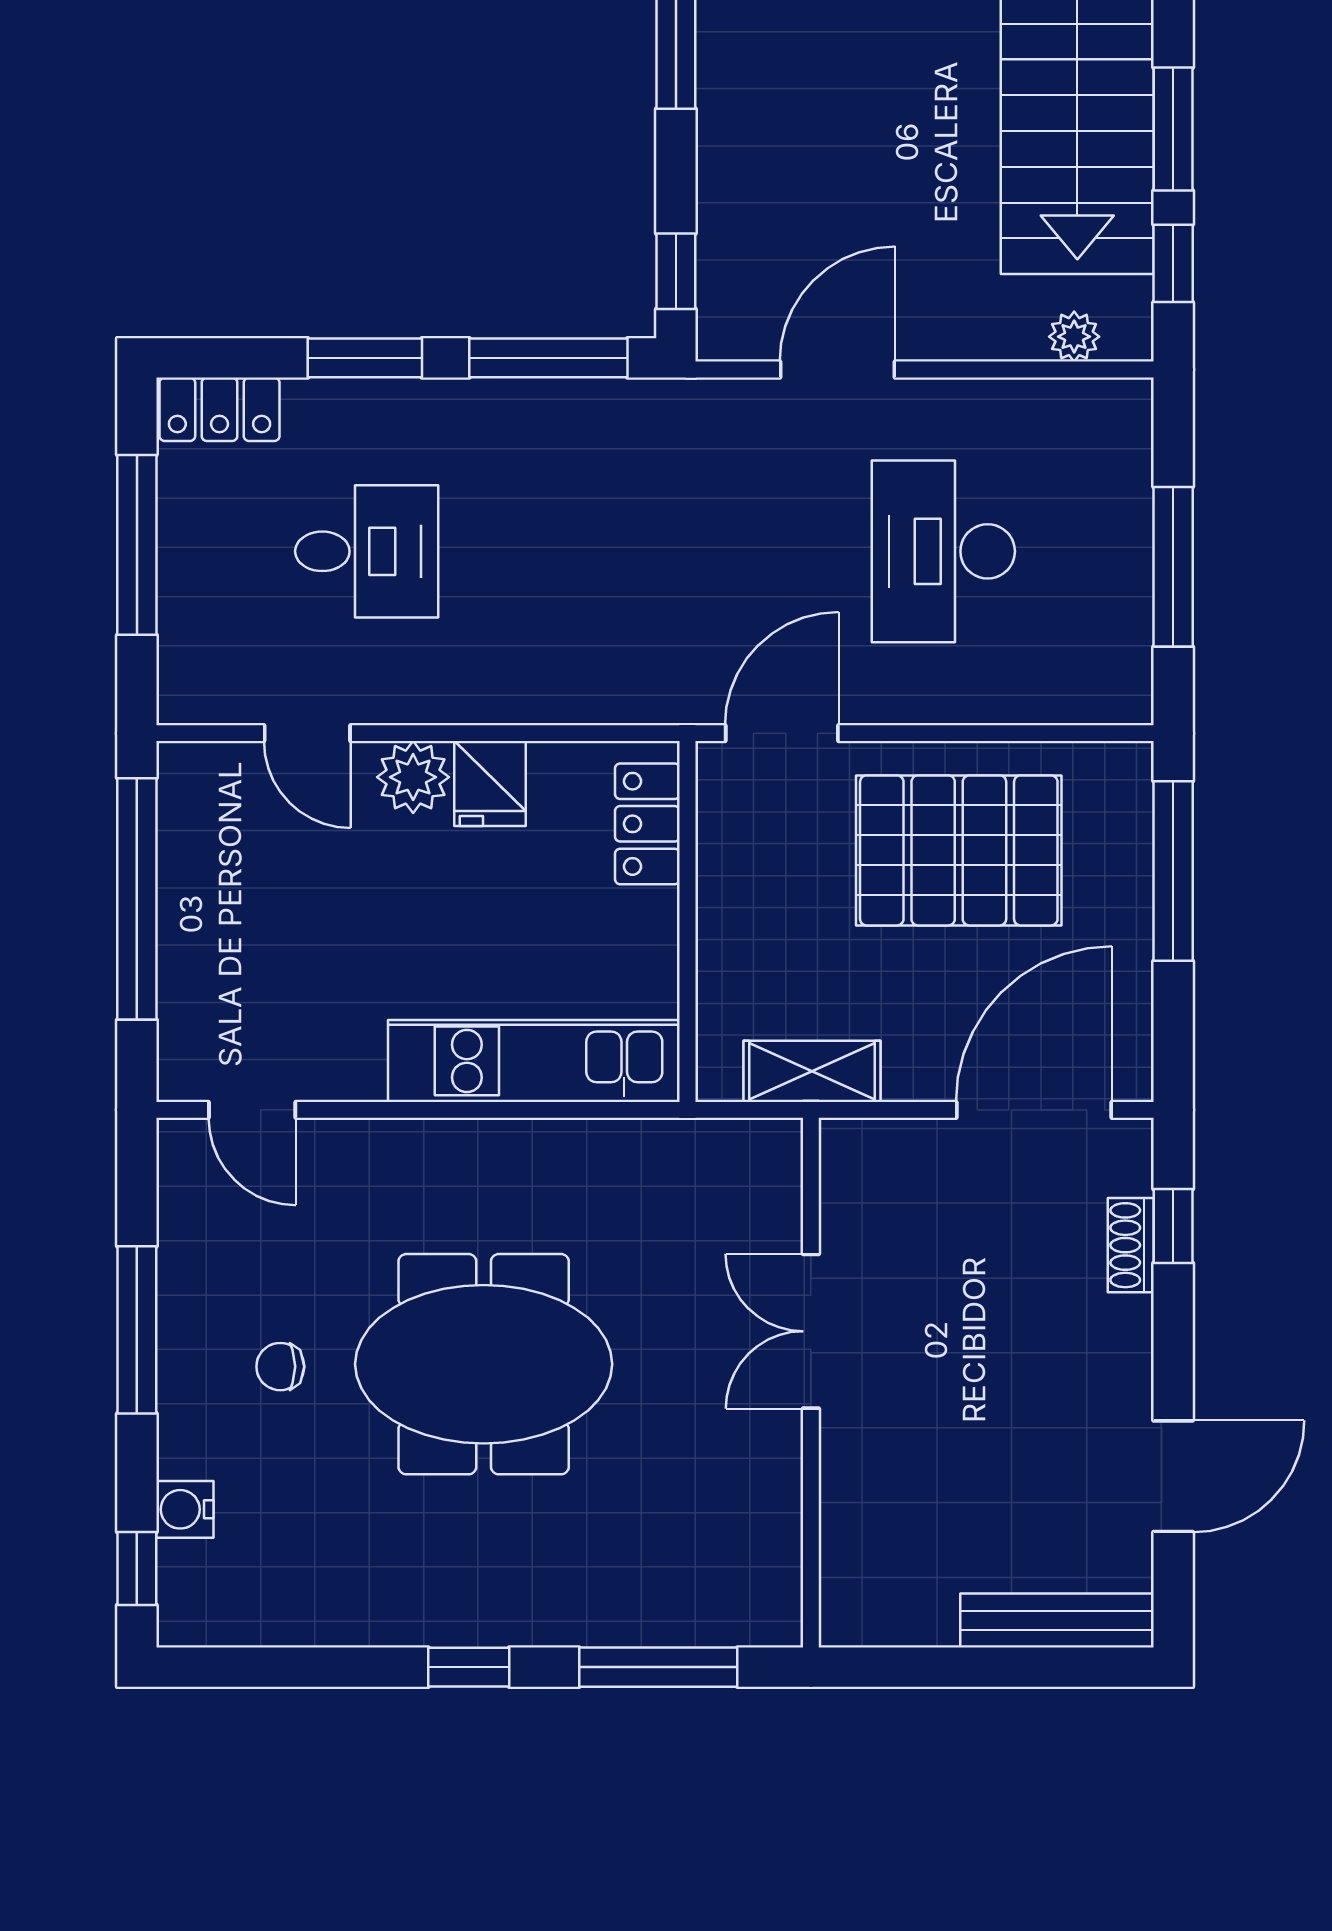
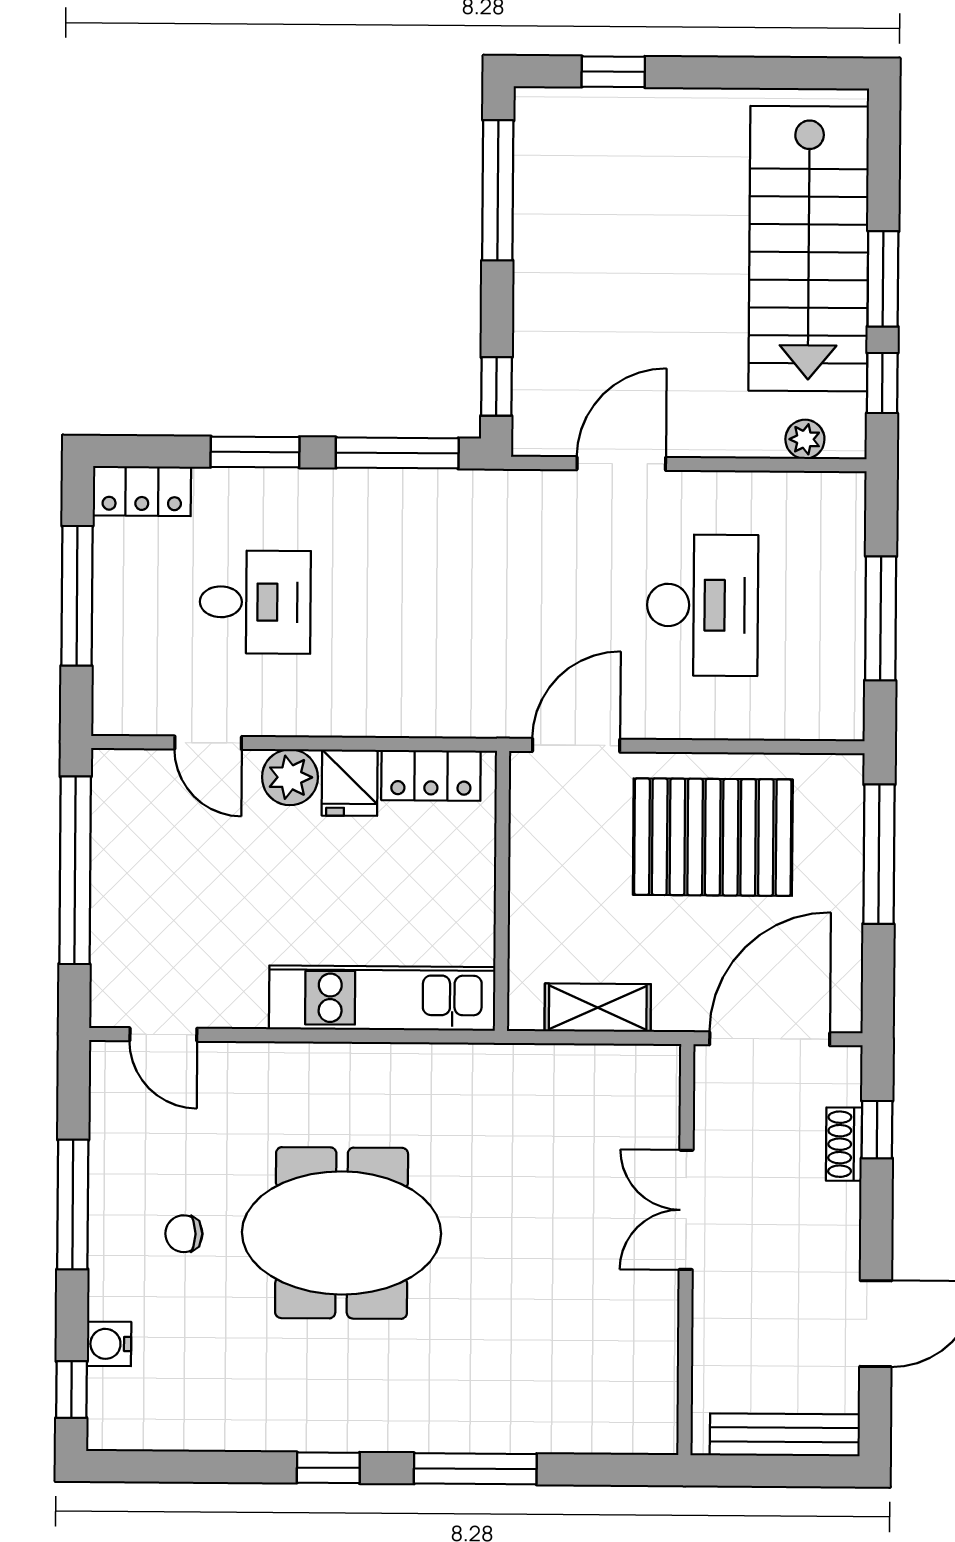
desk: (943, 551) -> (702, 605), turned 180
locker: (647, 824) -> (431, 775), moved, turned -90
double door: (811, 1331) -> (686, 1210), moved
wall: (811, 1383) -> (686, 1250), moved

